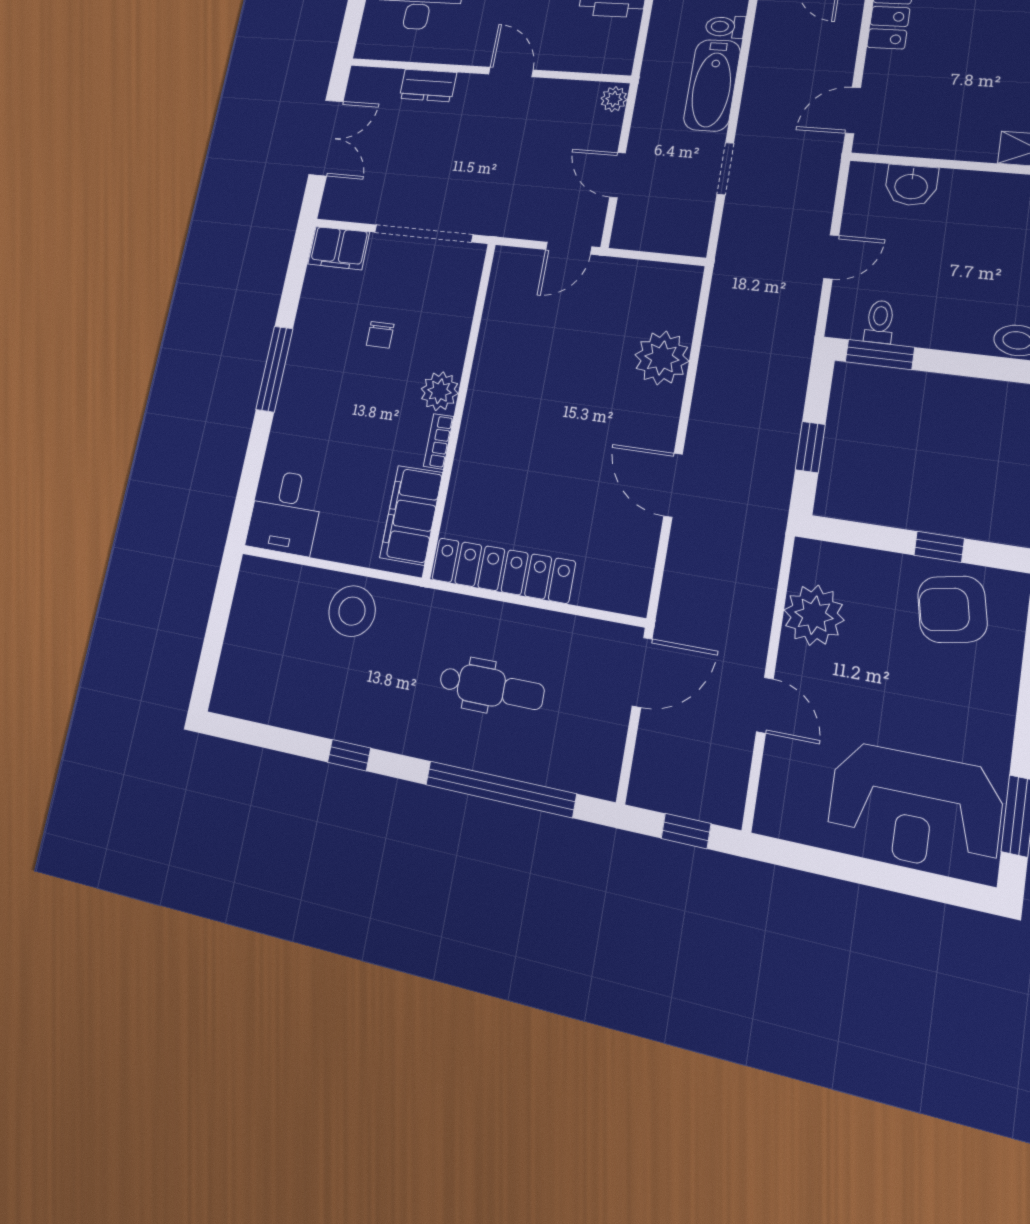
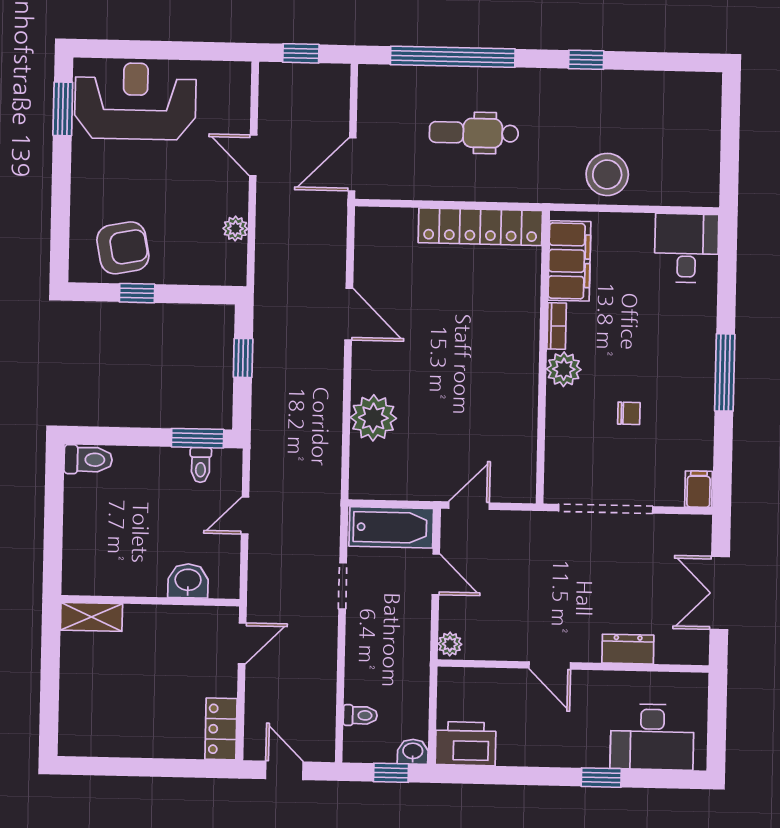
bathtub: (712, 85) -> (391, 527), moved, turned 90
filing cabinet: (339, 248) -> (699, 489), width x0.50
chair: (380, 335) -> (629, 413), turned 90
plant: (814, 615) -> (235, 229), width x0.53, depth x0.53

